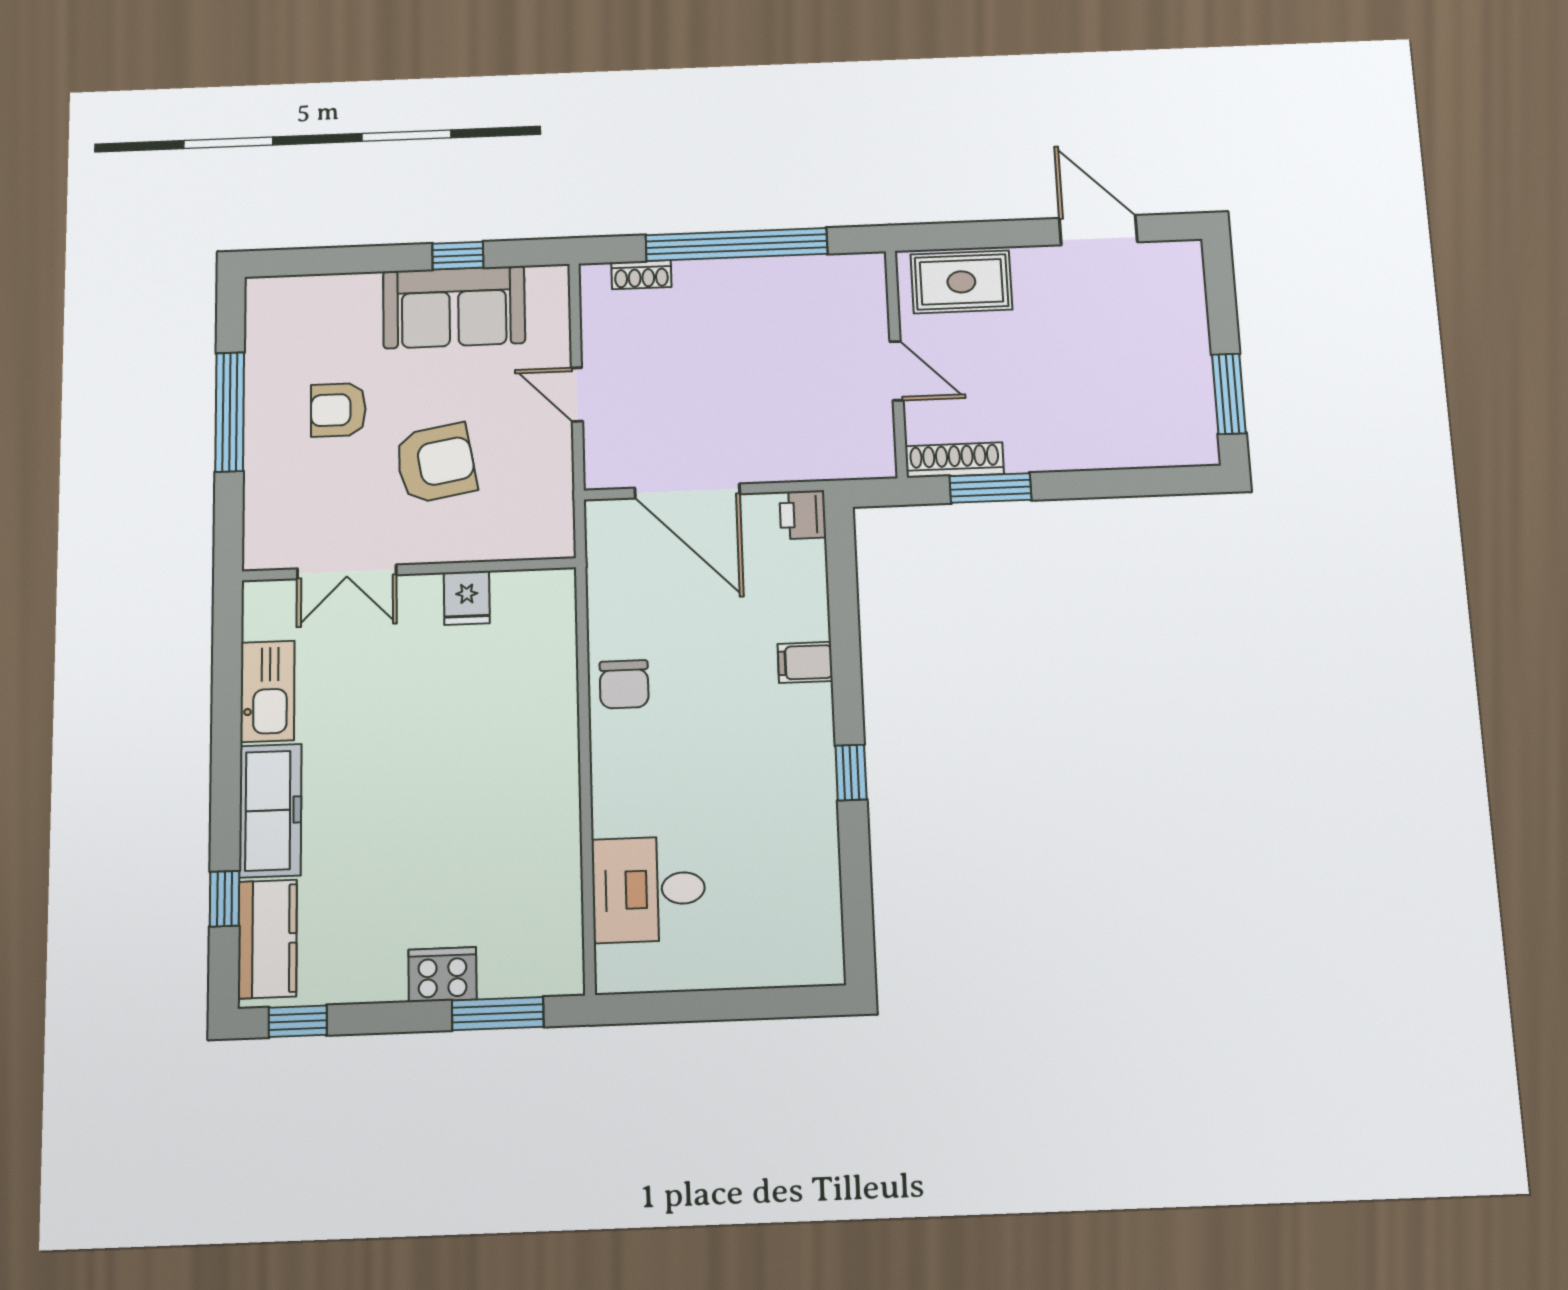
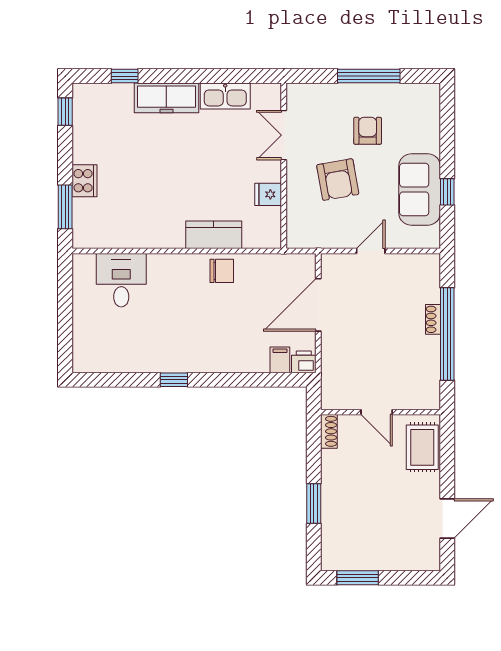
shoe rack: (641, 275) -> (433, 319), moved
door: (897, 371) -> (377, 412), hinge flipped
shoe rack: (954, 460) -> (329, 431), width x0.70
window: (990, 488) -> (314, 504), moved
filing cabinet: (805, 662) -> (280, 360), moved
chair: (624, 684) -> (222, 271), turned 180
kitchen counter: (267, 939) -> (214, 235), moved, turned 180

